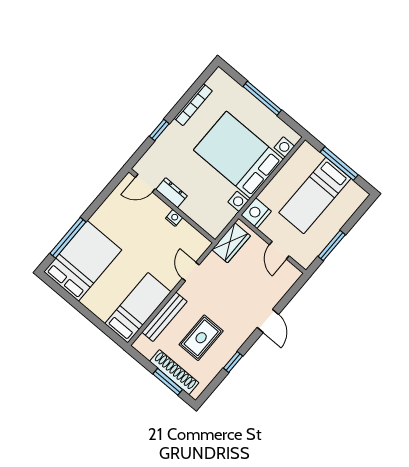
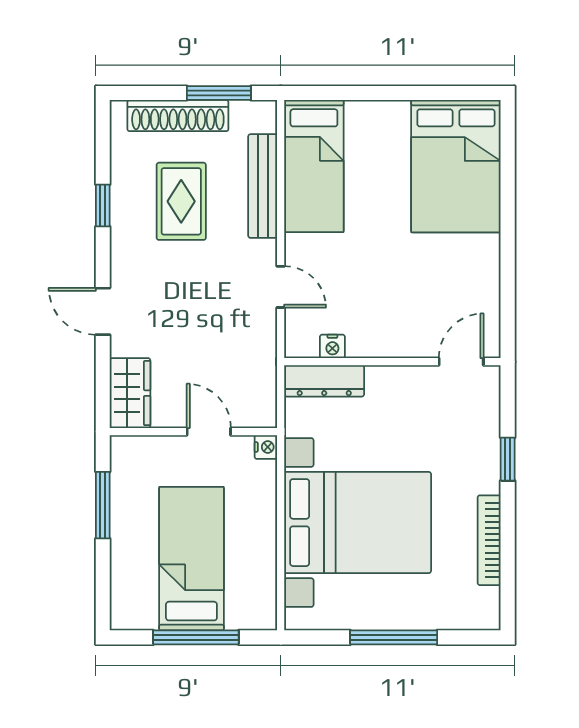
dresser: (172, 193) -> (324, 381), moved, width x1.44
nightstand: (256, 213) -> (266, 447), width x0.53, depth x0.56
nightstand: (174, 218) -> (332, 346), moved
window: (68, 238) -> (508, 182), removed
wardrobe: (231, 243) -> (130, 393), moved, turned 180
door: (279, 250) -> (209, 432), moved
window: (168, 382) -> (219, 93), moved

